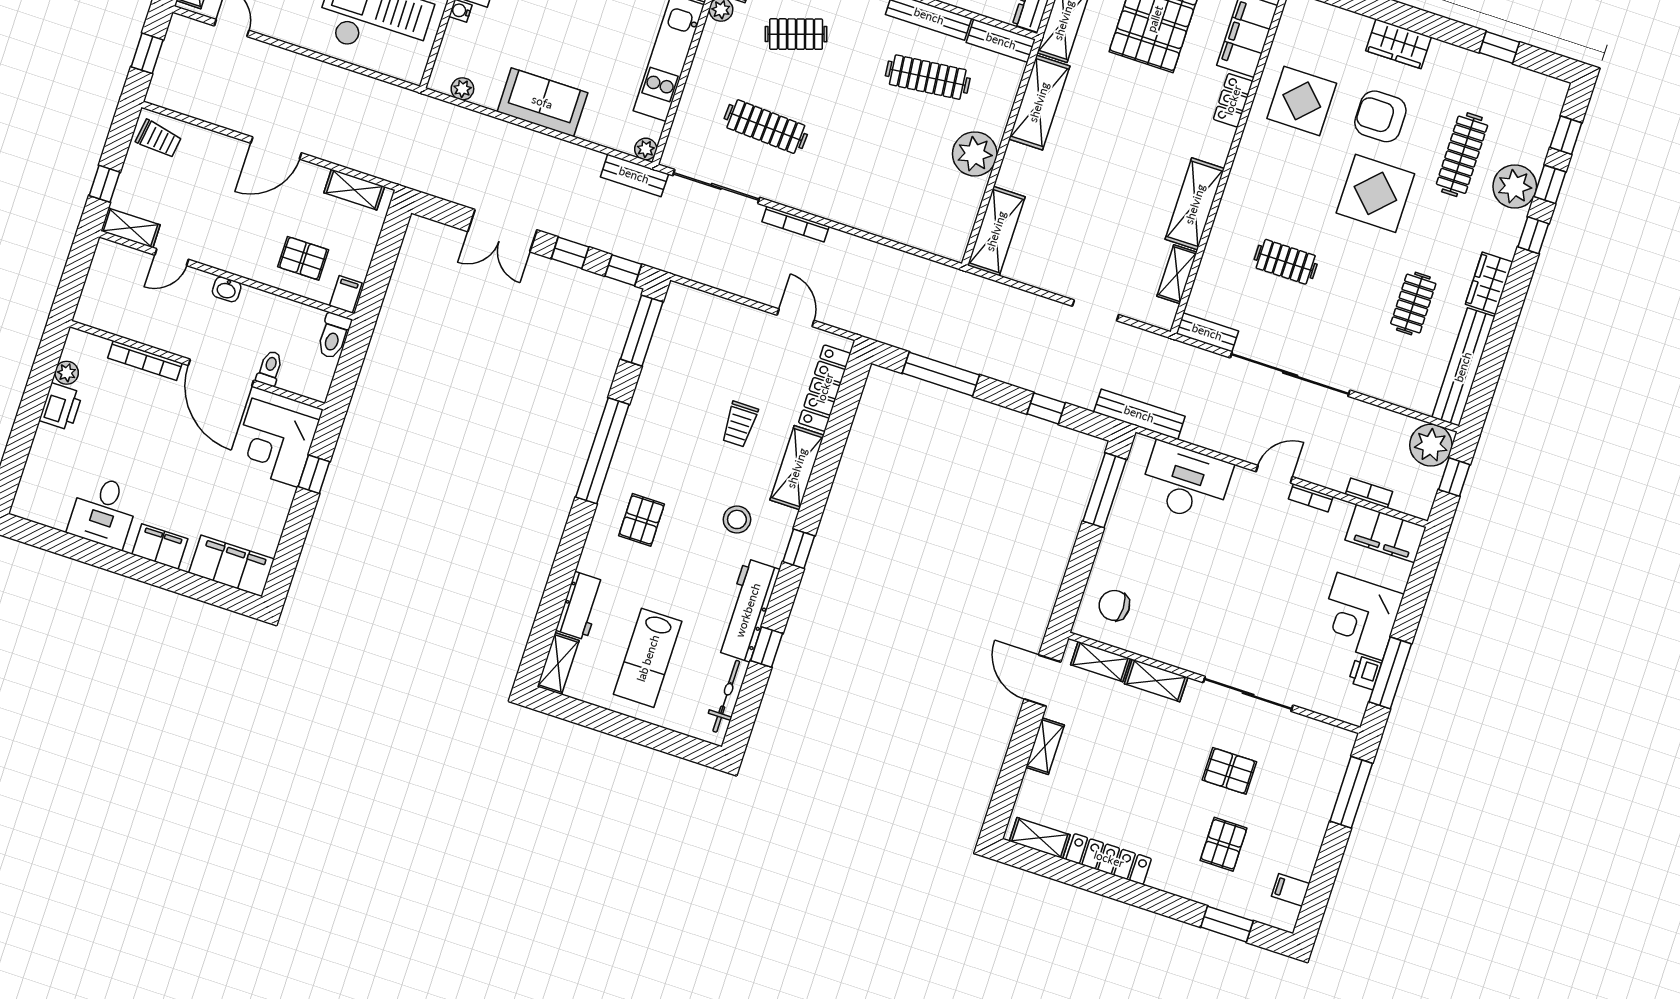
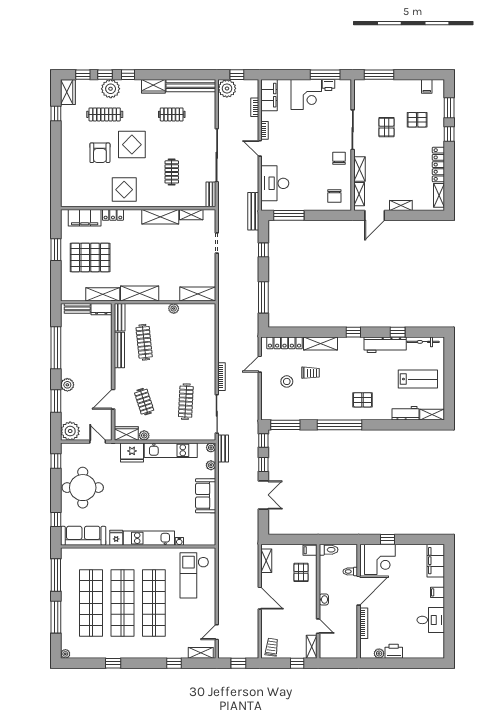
wardrobe: (1399, 44) -> (68, 92), moved
plant: (462, 89) -> (211, 465), moved
display table: (1302, 101) -> (124, 190), moved
plant: (975, 154) -> (174, 309), width x0.53, depth x0.53
stool: (737, 519) -> (287, 381), moved
filing cabinet: (160, 547) -> (437, 592), width x0.50
chair: (1195, 643) -> (339, 158), added
window: (1169, 905) -> (449, 134), added

